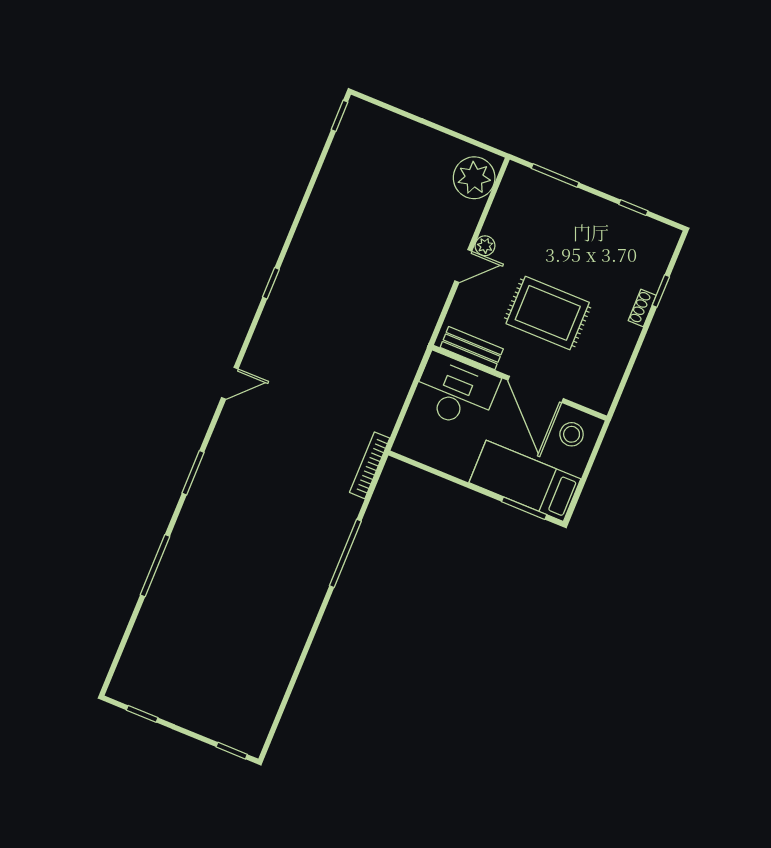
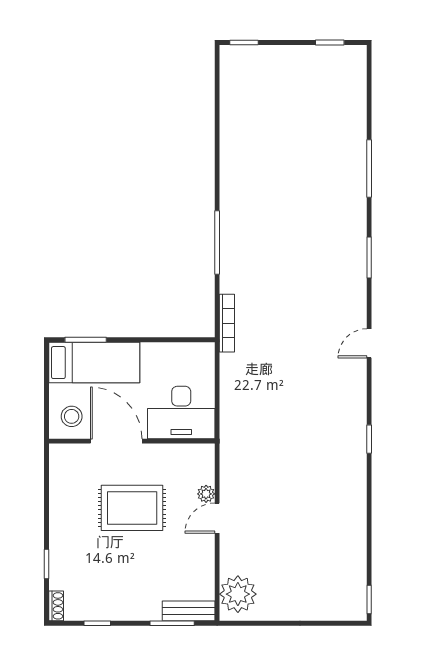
plant: (485, 246) -> (206, 494), moved
shoe rack: (642, 308) -> (56, 606), moved
bench: (472, 348) -> (189, 611), moved

